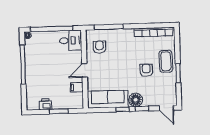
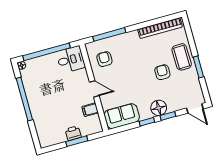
door: (85, 70) -> (94, 89), swing flipped
sofa: (108, 99) -> (122, 116), width x0.73
printer: (45, 104) -> (73, 133), moved

